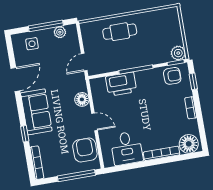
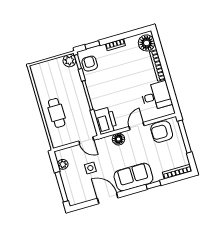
window: (46, 26) -> (61, 187), moved
side table: (32, 44) -> (90, 168), moved
printer: (121, 84) -> (106, 121), moved

